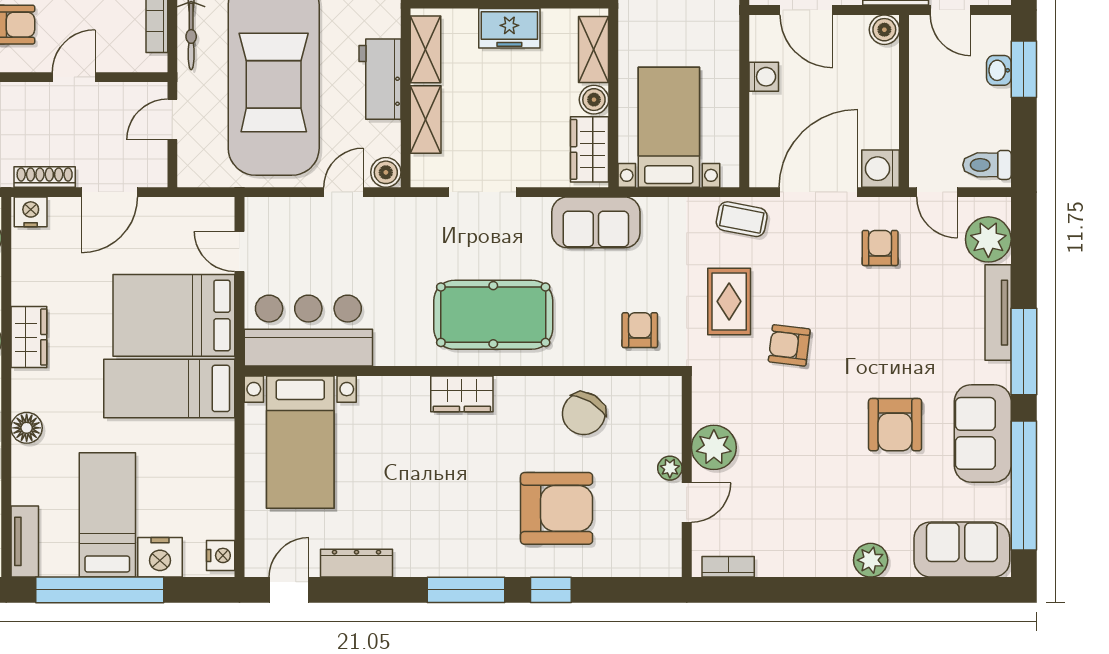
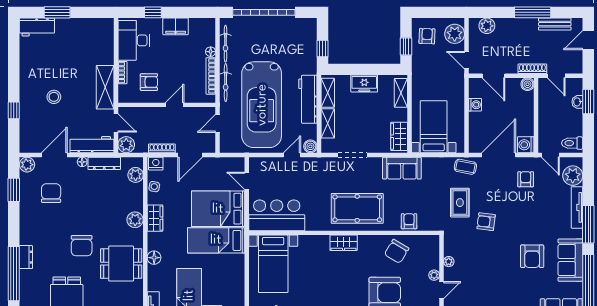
workbench: (380, 79) -> (308, 99), width x1.38
boiler: (594, 100) -> (401, 115), removed
side table: (27, 265) -> (154, 187), added
armchair: (640, 330) -> (409, 221), moved
plant: (714, 447) -> (449, 262), width x0.53, depth x0.53

